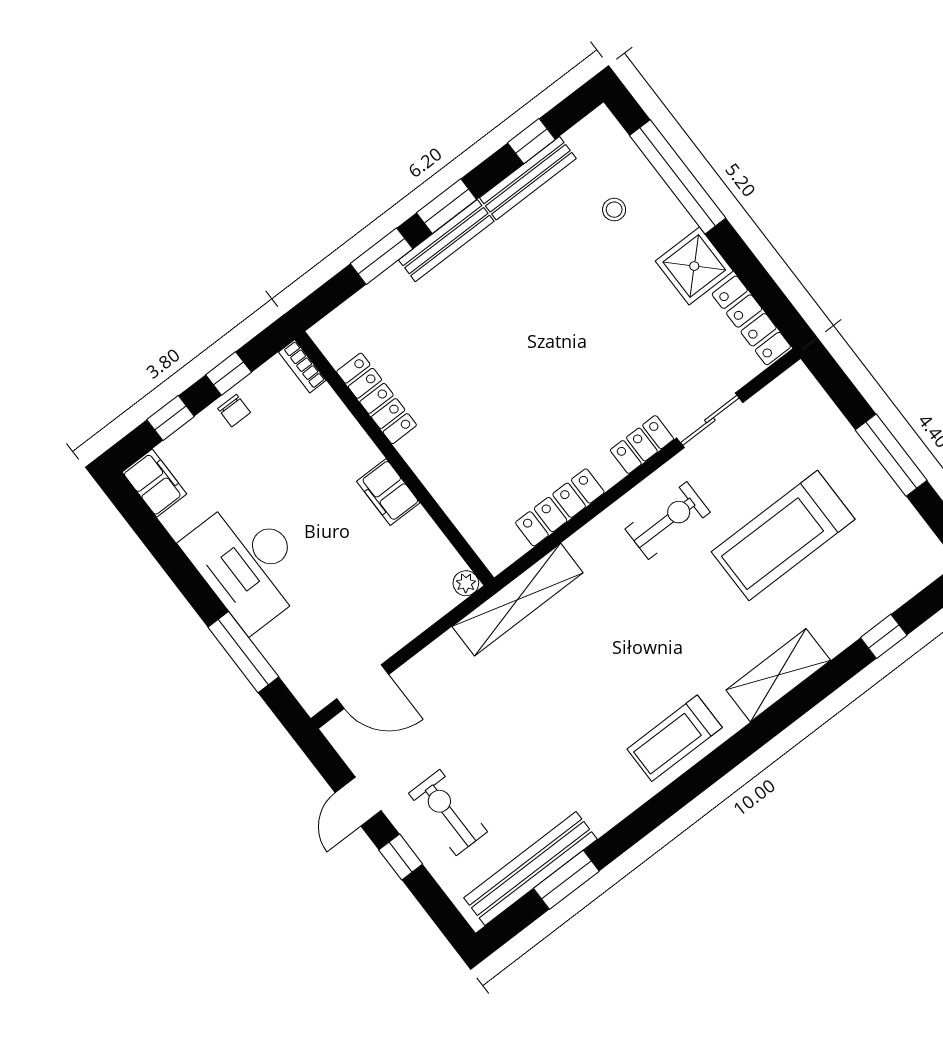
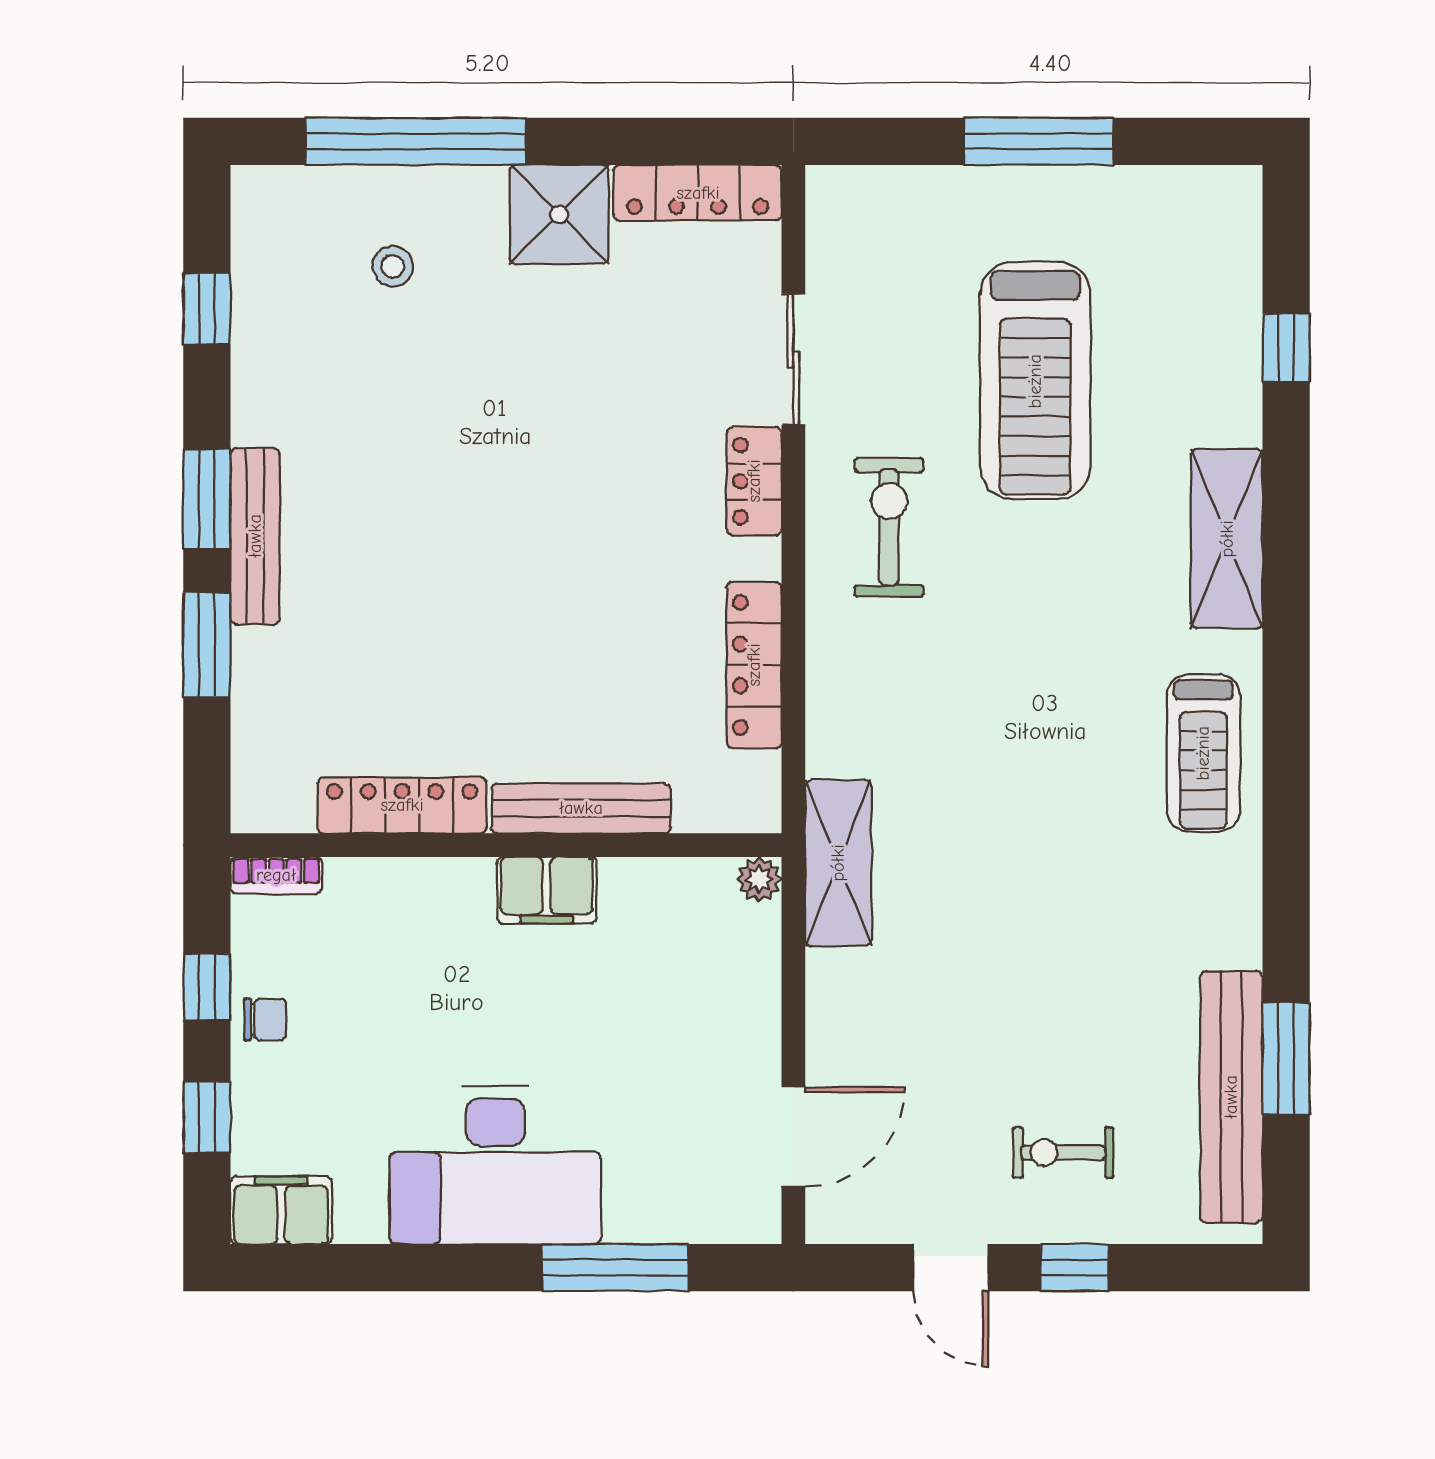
bench: (528, 178) -> (581, 808), moved, turned 90
shelving: (518, 600) -> (838, 863), width x0.68
exercise bike: (448, 812) -> (1063, 1153), width x0.73, depth x0.72

